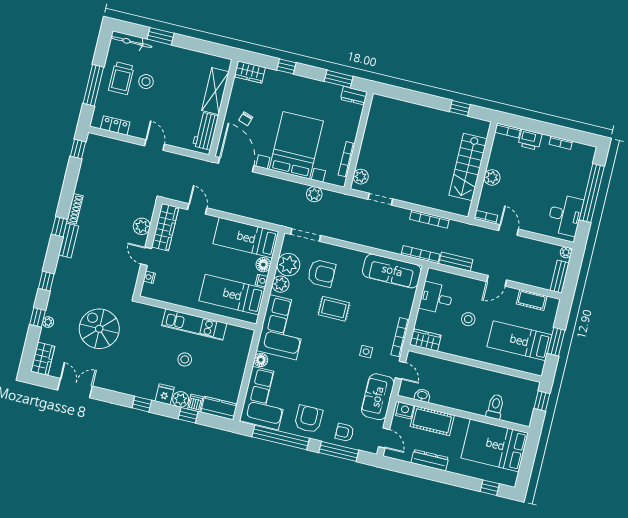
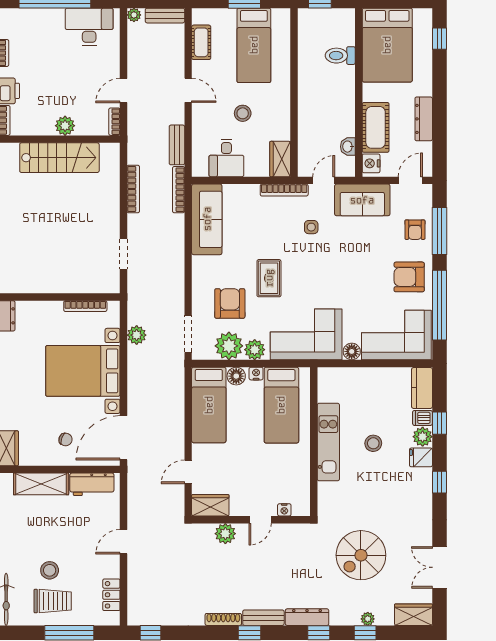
plant: (361, 177) -> (102, 284), removed
wardrobe: (165, 227) -> (210, 505), width x0.67
dresser: (61, 275) -> (307, 617), added

